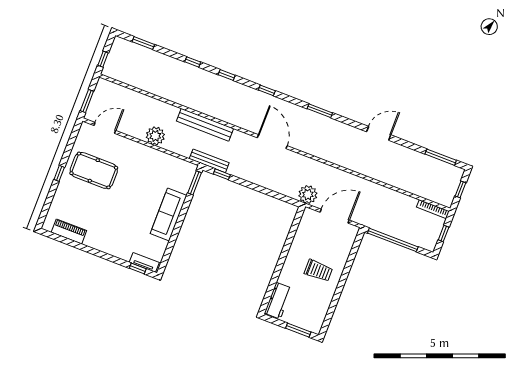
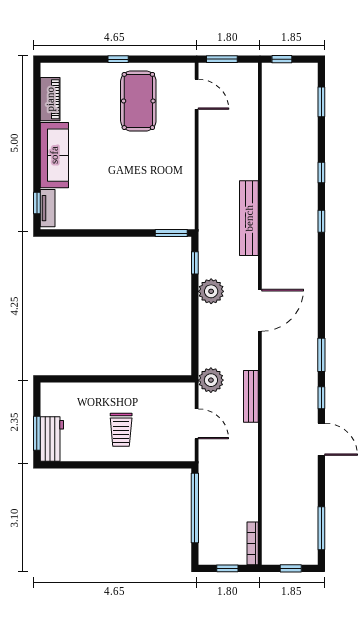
window: (267, 90) -> (321, 398), moved
plant: (155, 136) -> (211, 291), moved
bench: (209, 161) -> (251, 396), moved
sofa: (169, 214) -> (54, 155), moved, turned 90
door: (335, 216) -> (197, 424), width x0.73
workbench: (278, 301) -> (52, 439), moved, turned -90

